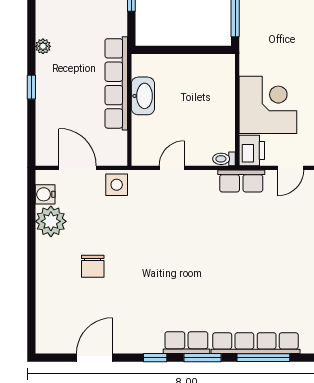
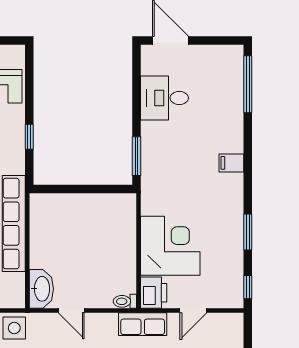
washbasin: (143, 96) -> (41, 289), moved
door: (172, 168) -> (71, 310), swing flipped

